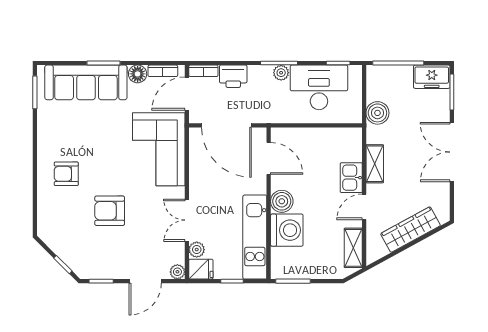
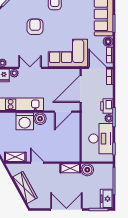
printer: (233, 76) -> (107, 106), moved
shelving: (375, 164) -> (70, 168), moved
kitchen sink: (351, 178) -> (53, 156), removed

